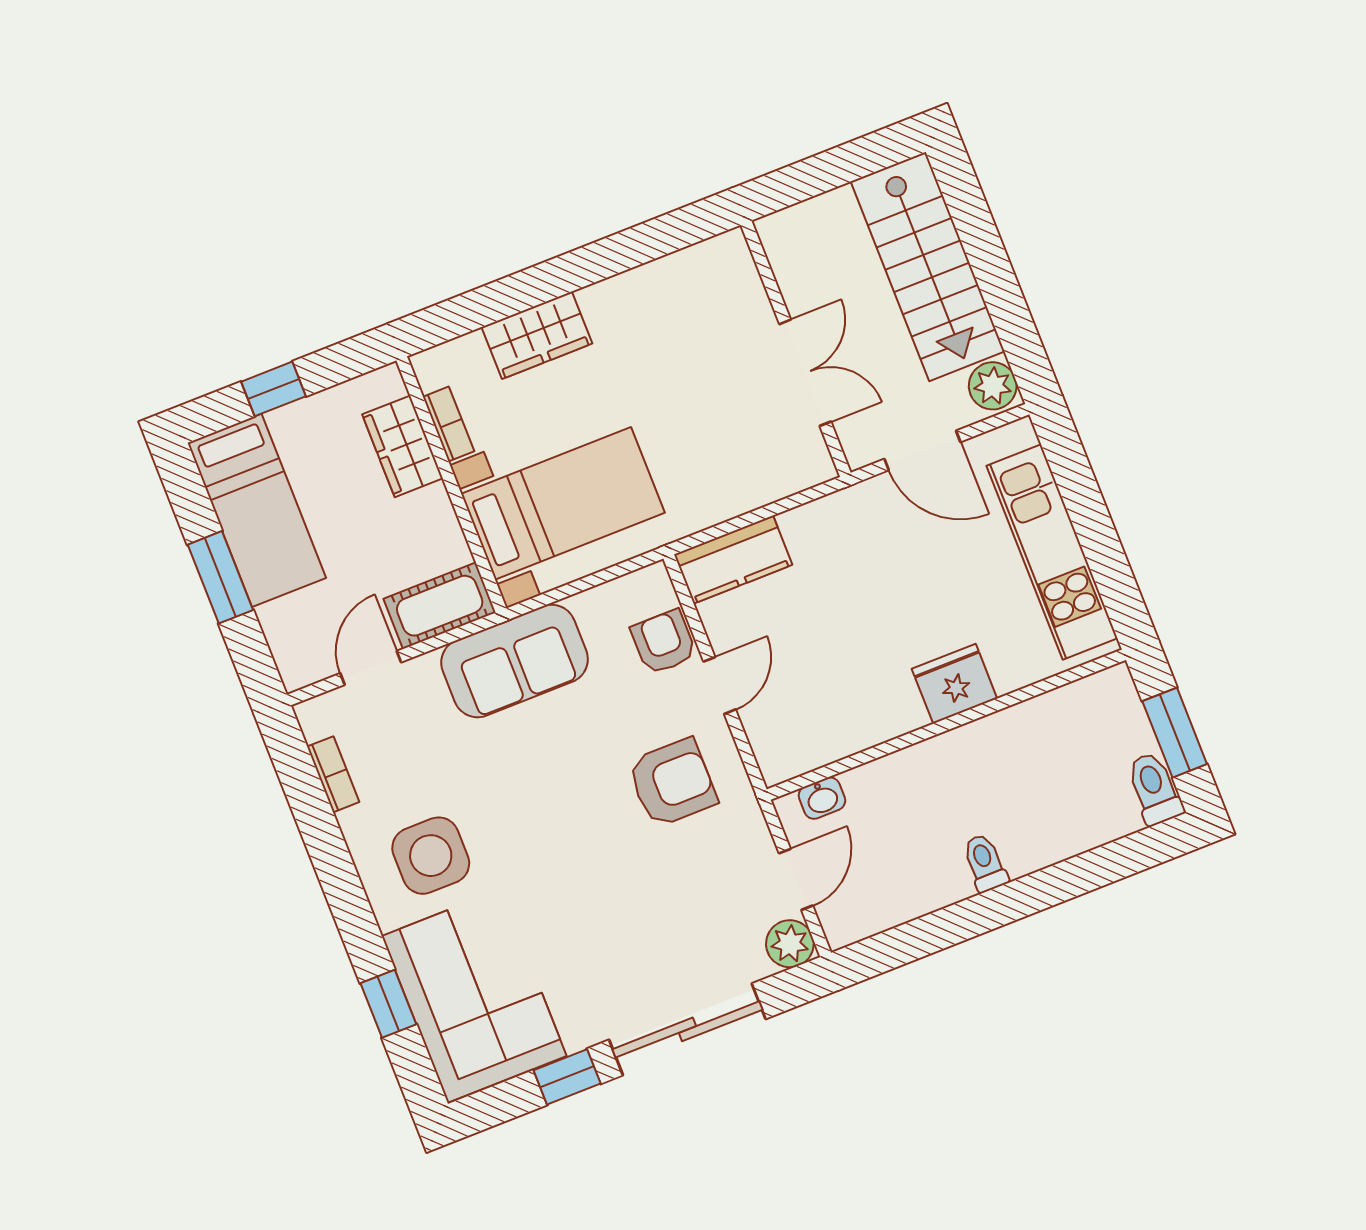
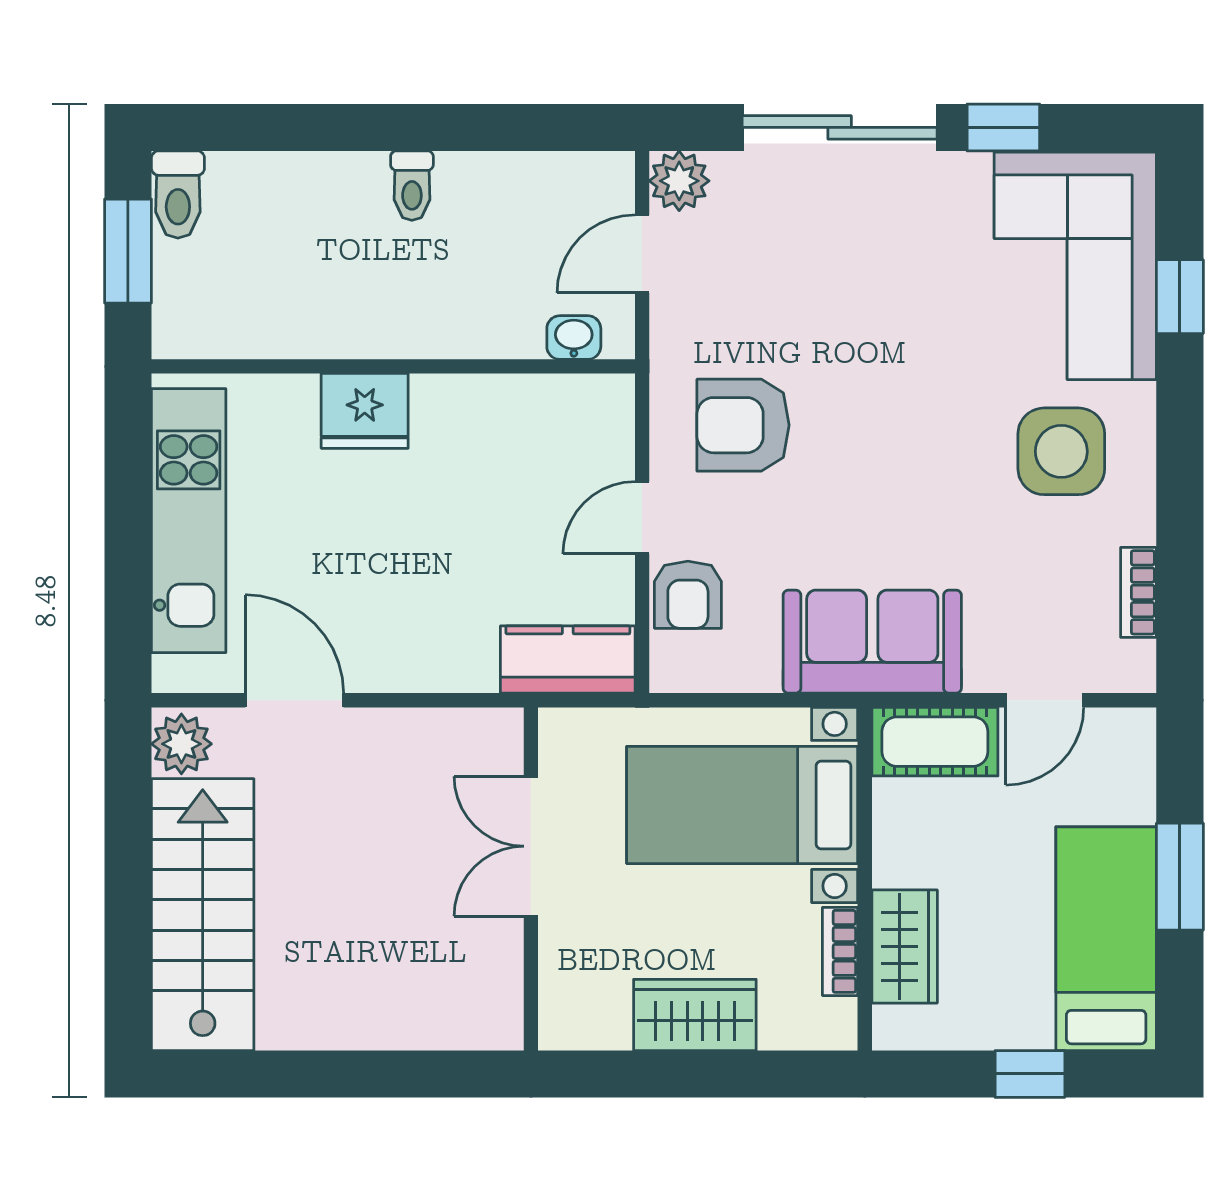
wall: (796, 349) -> (531, 879), moved
double door: (805, 373) -> (531, 846), moved

